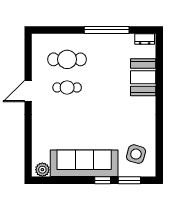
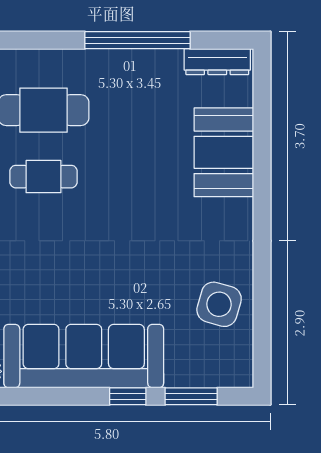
dresser: (145, 39) -> (217, 62), width x1.44
side table: (136, 154) -> (219, 304), moved

